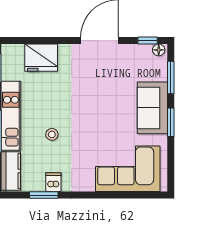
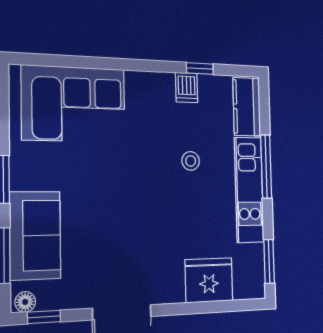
sofa: (152, 108) -> (35, 235), moved
window: (44, 195) -> (200, 69), width x0.67

